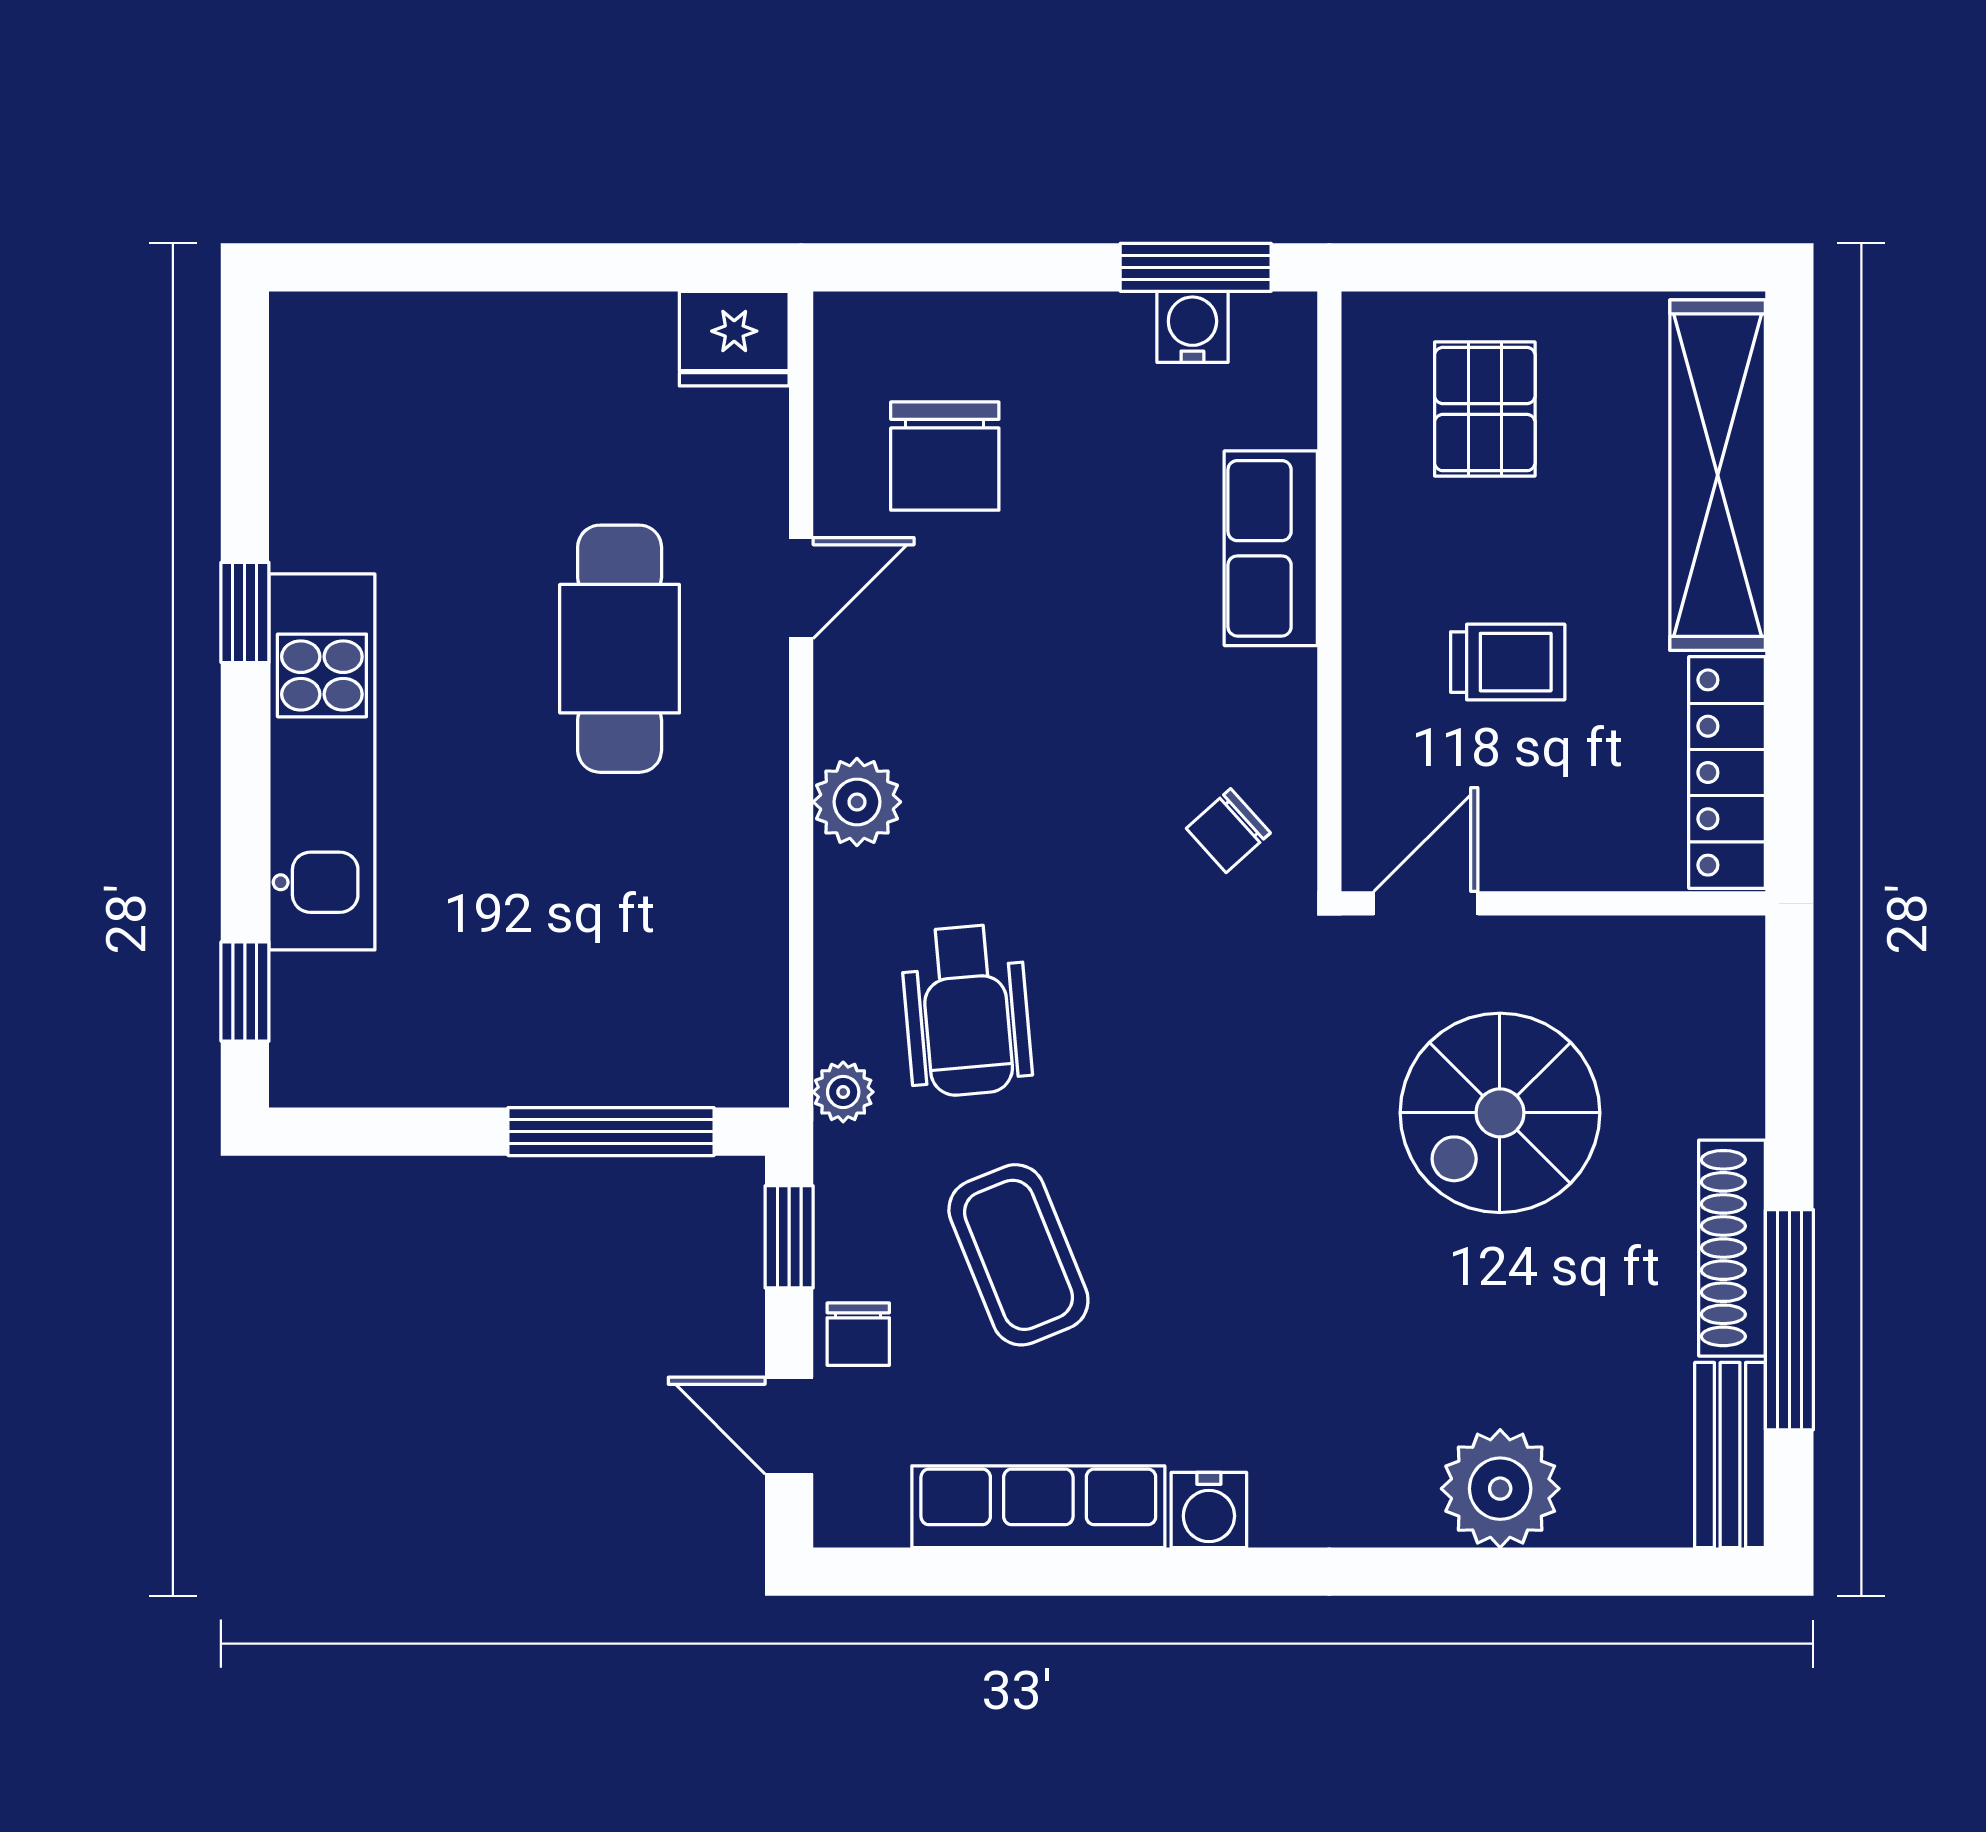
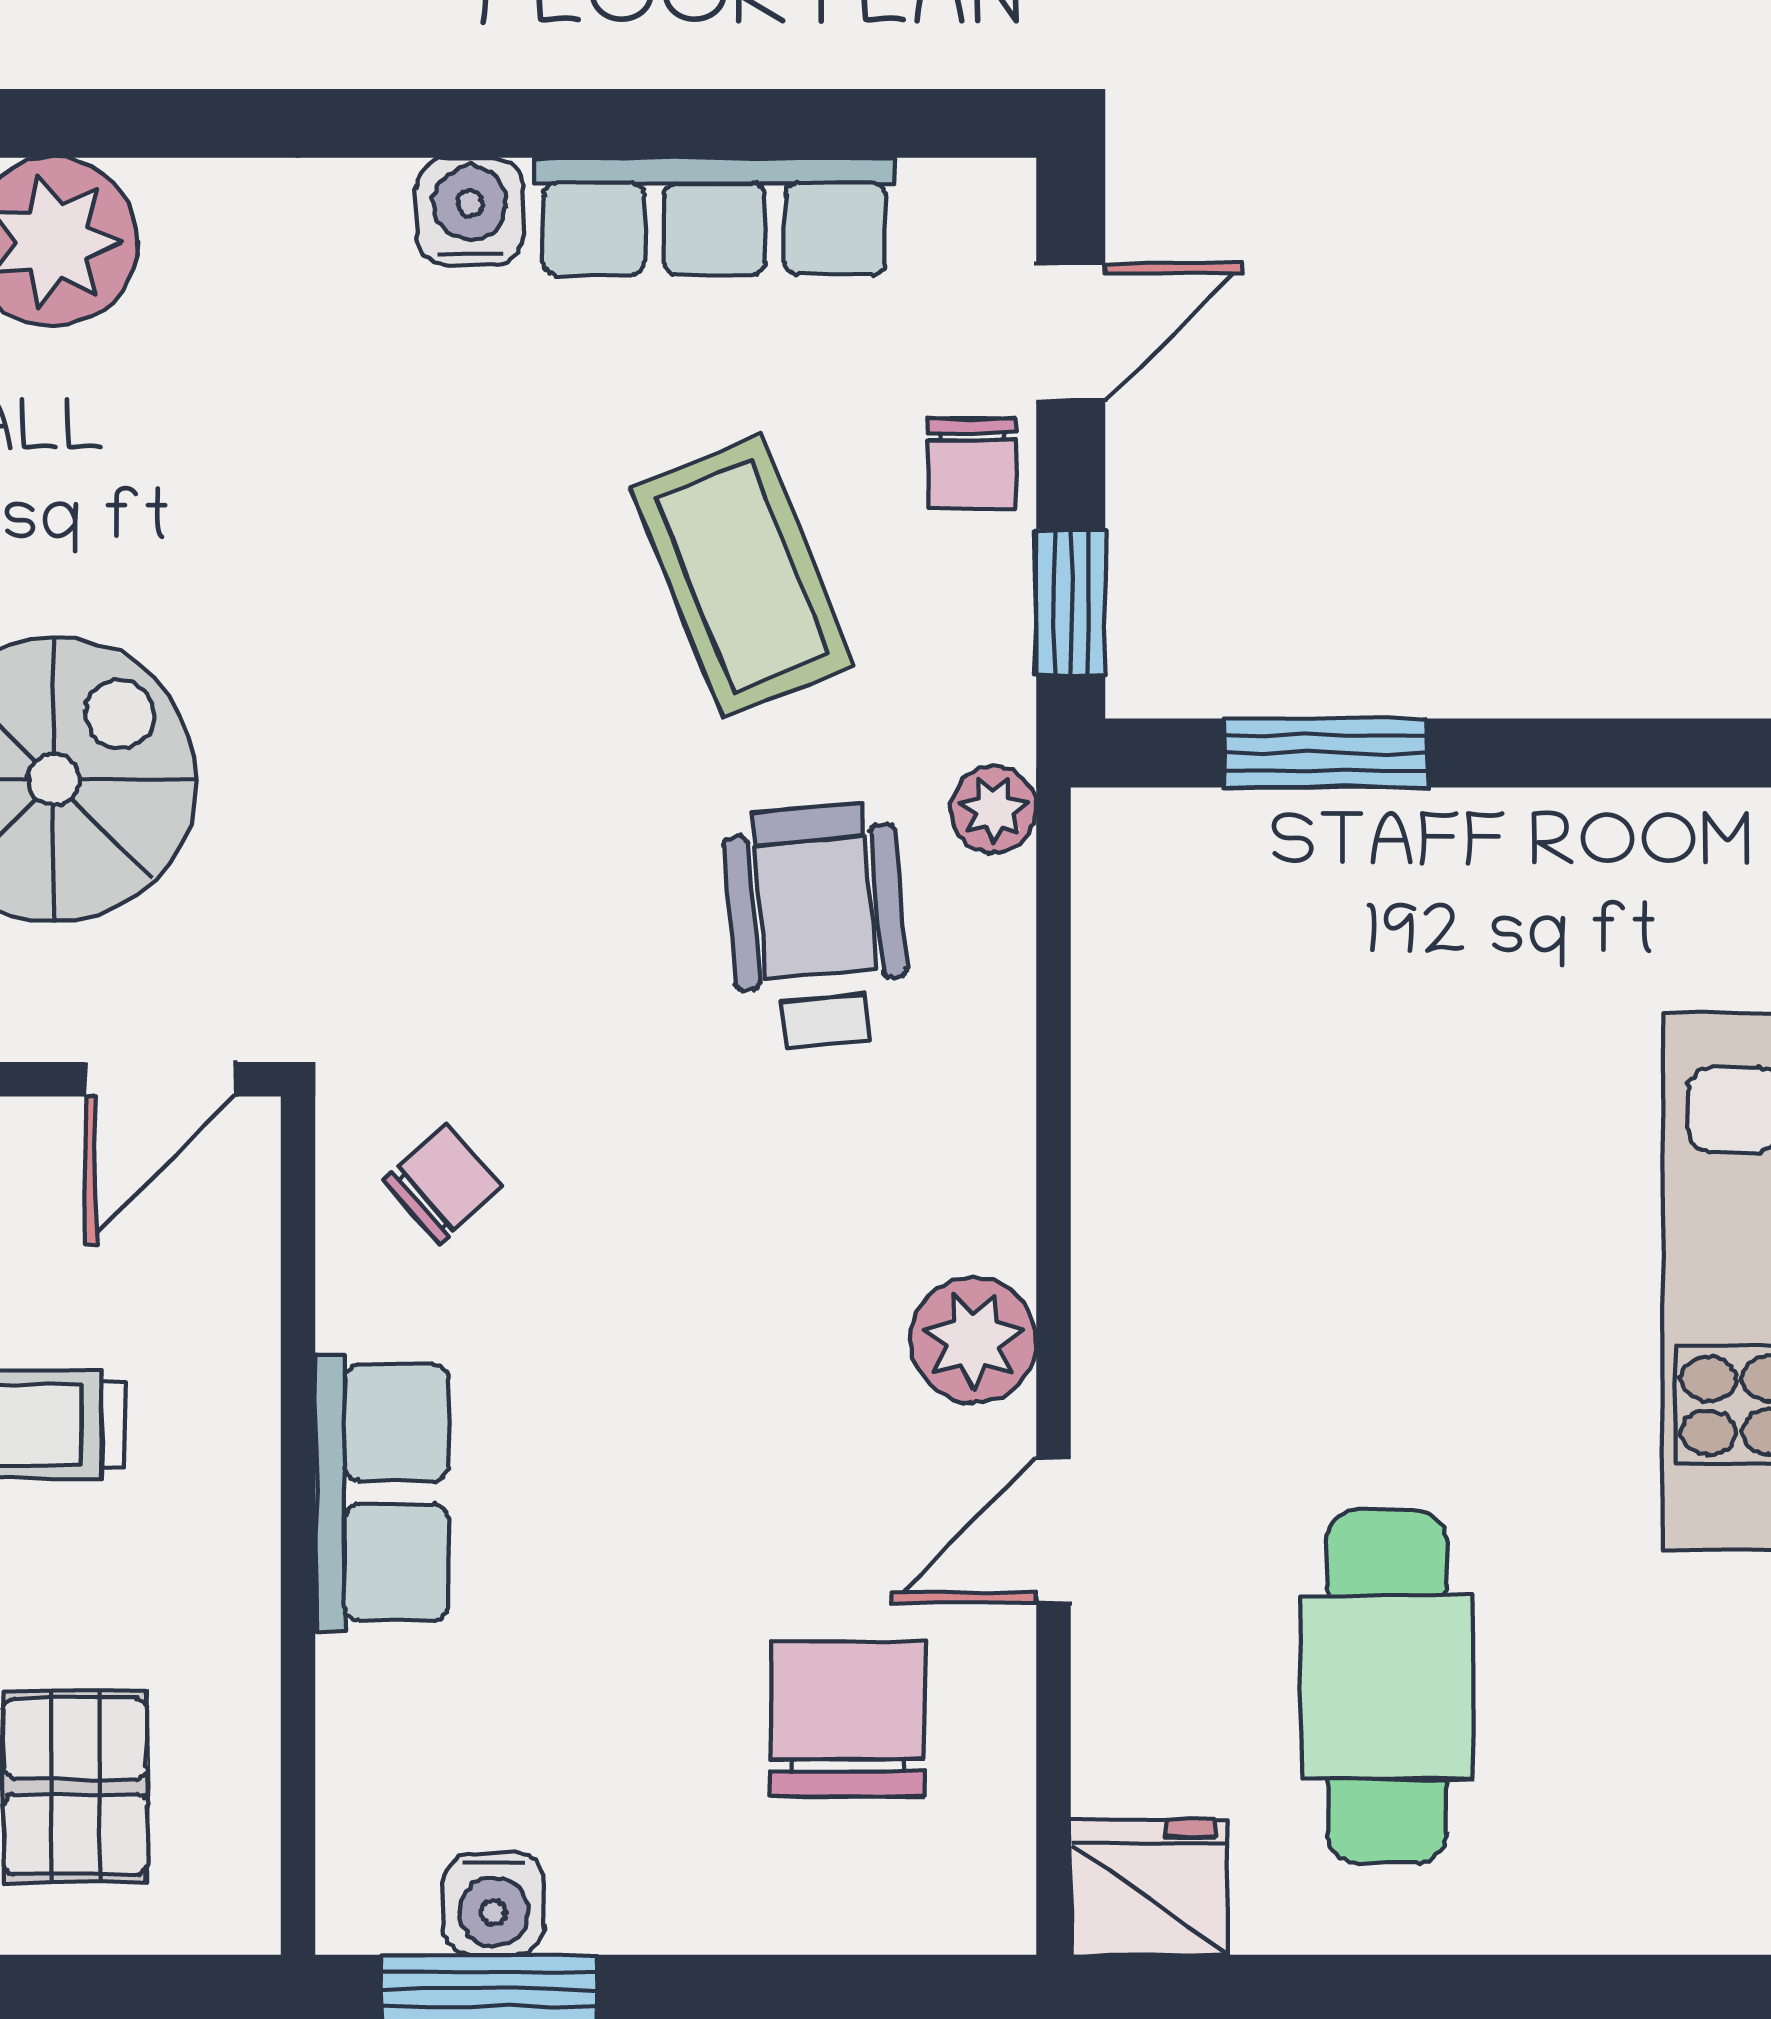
row of seats: (1271, 548) -> (382, 1493), moved
cafe table: (620, 649) -> (1387, 1687), moved
plant: (857, 802) -> (974, 1340), moved
window: (611, 1132) -> (1326, 753), width x0.69
chair: (858, 1334) -> (972, 463), turned 180
door: (789, 1426) -> (1071, 332), hinge flipped

